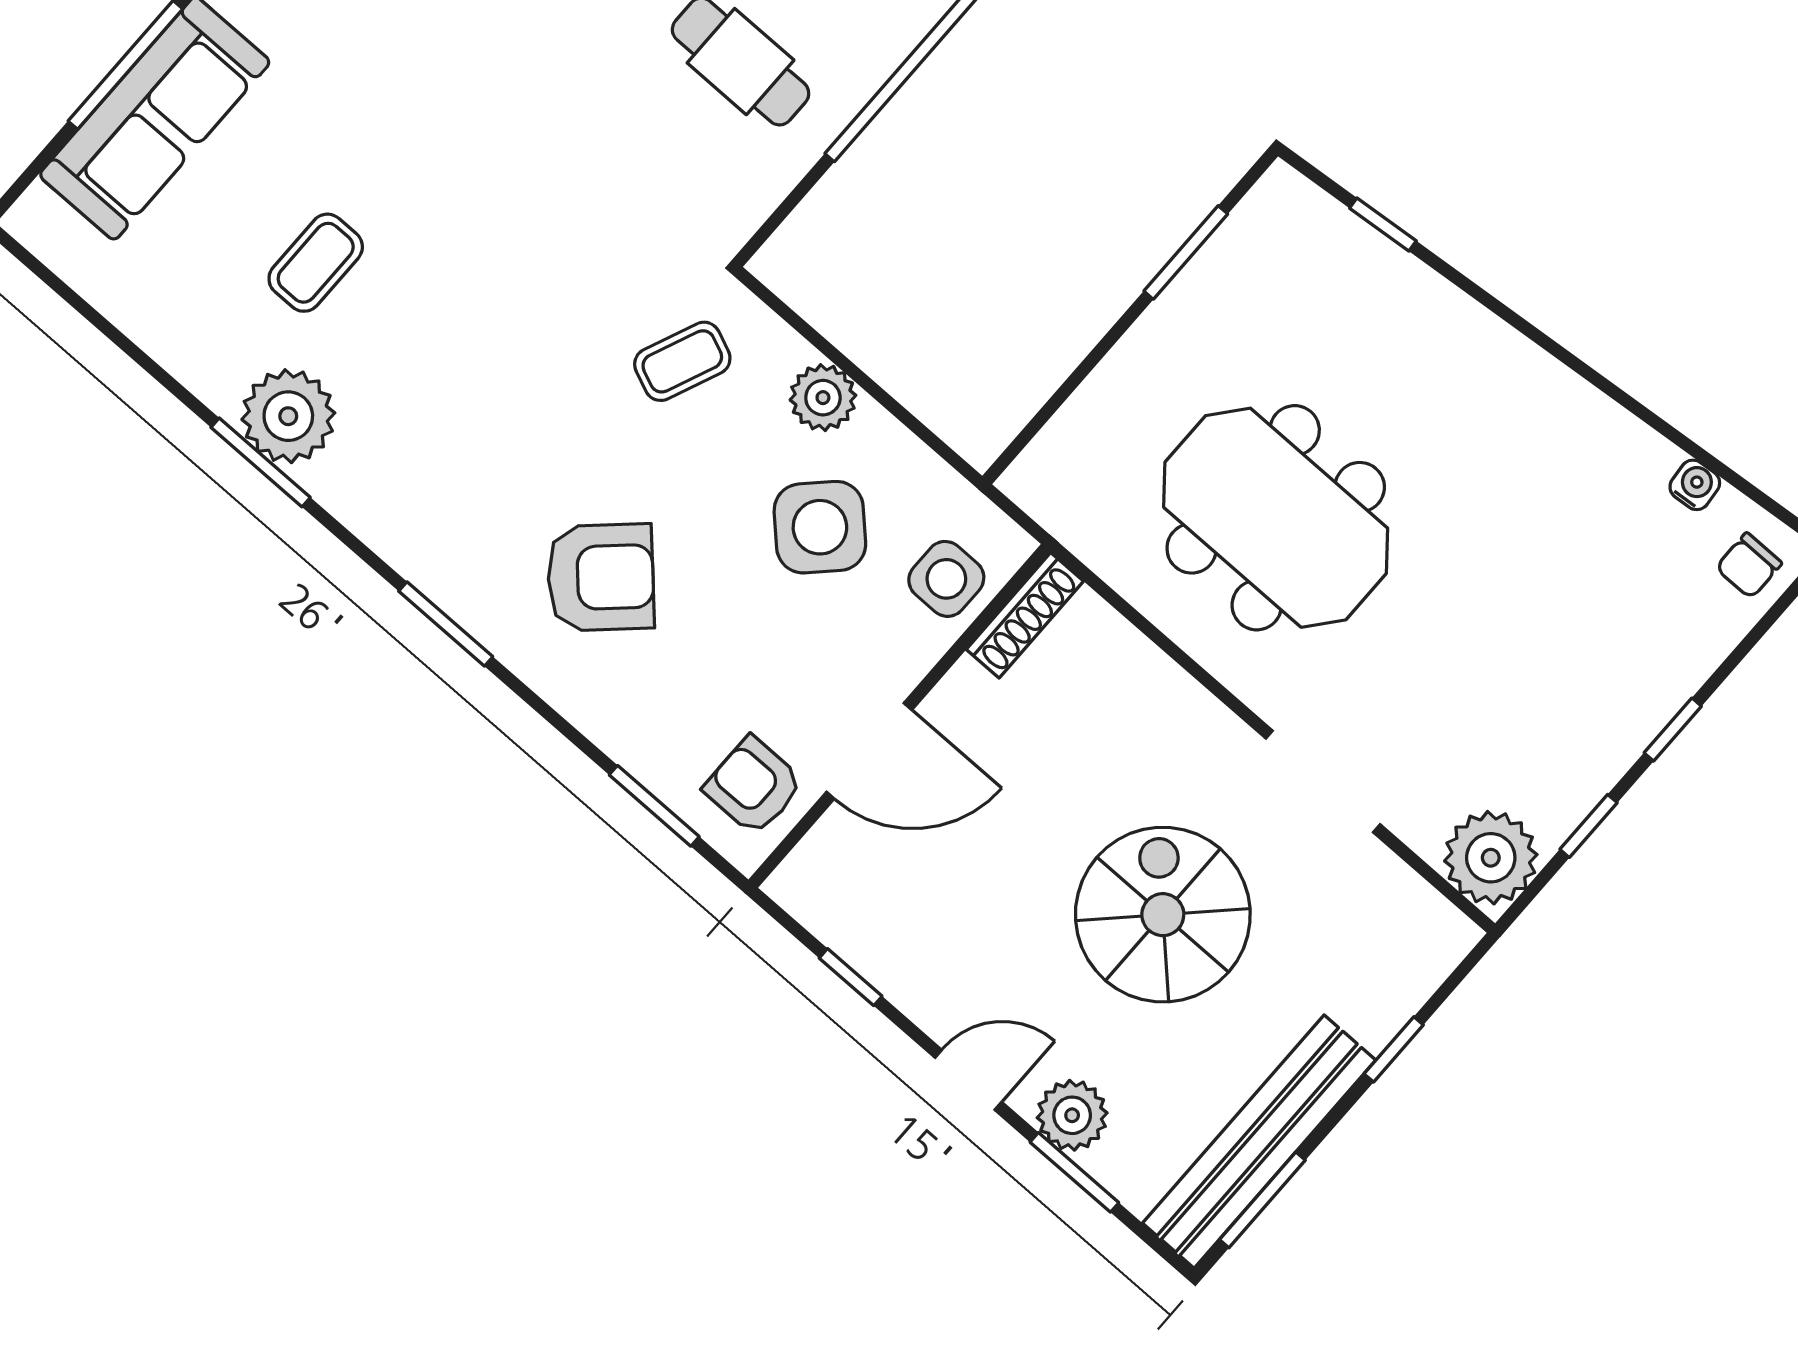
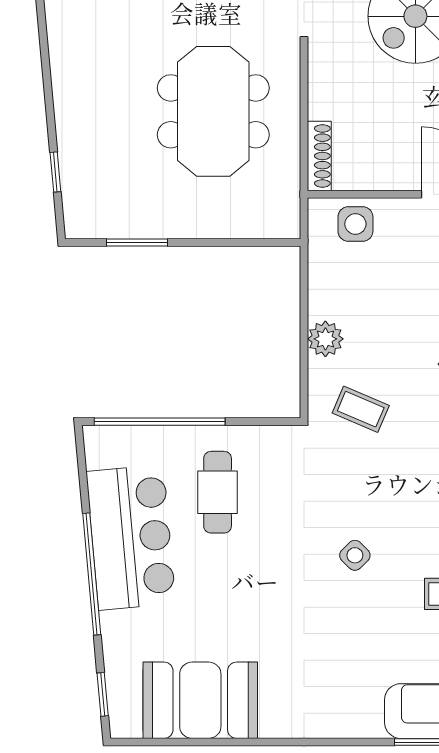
side table: (820, 527) -> (355, 555), moved, width x0.54, depth x0.54
shoe rack: (1025, 615) -> (319, 156), moved, turned 90

